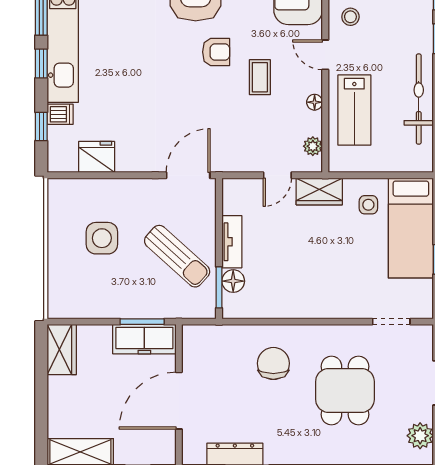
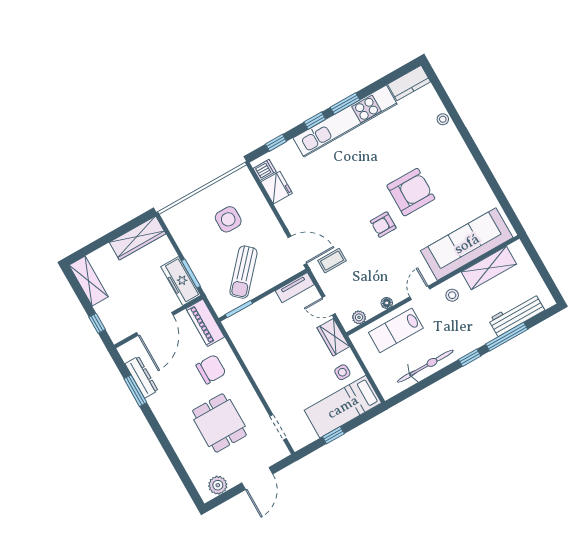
armchair: (216, 52) -> (383, 225), turned 90
coffee table: (260, 77) -> (332, 261), moved
dishwasher: (60, 114) -> (264, 170), moved, turned -90
tv unit: (232, 242) -> (295, 288), moved
floor lamp: (233, 281) -> (248, 315), removed
piano: (213, 338) -> (205, 323), added
wardrobe: (62, 350) -> (138, 238), width x1.50
dining table: (345, 390) -> (219, 423), turned 90
door: (179, 401) -> (155, 324), swing flipped

